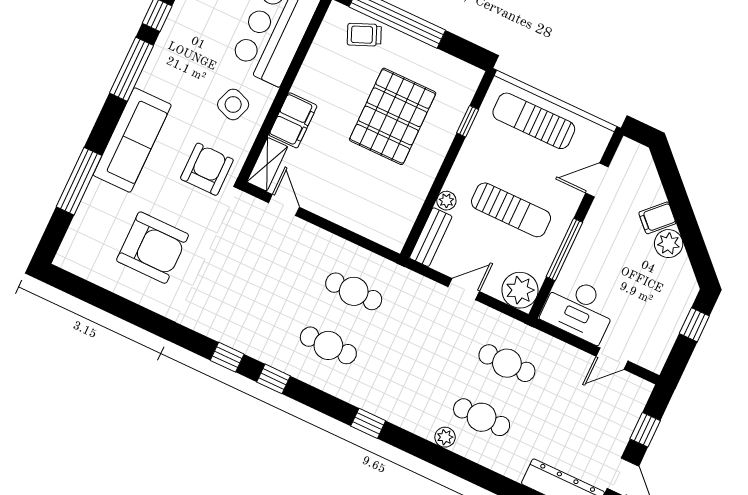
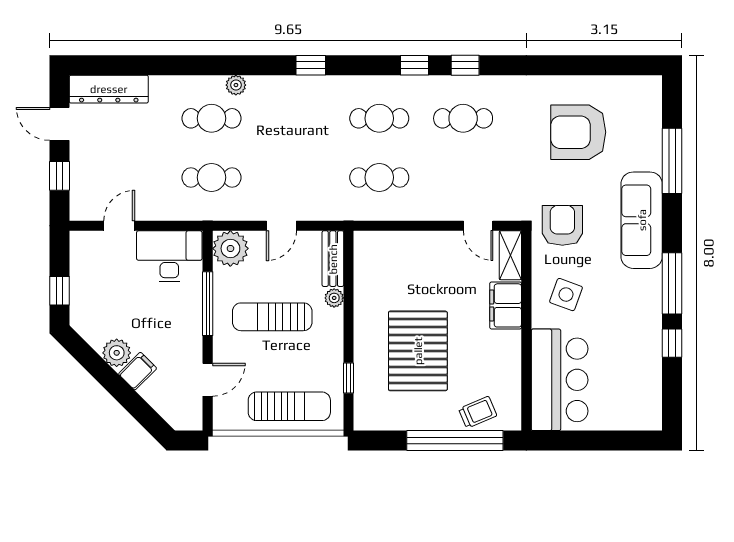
armchair: (207, 169) -> (562, 225), turned 180
cafe table: (252, 310) -> (463, 118), added

